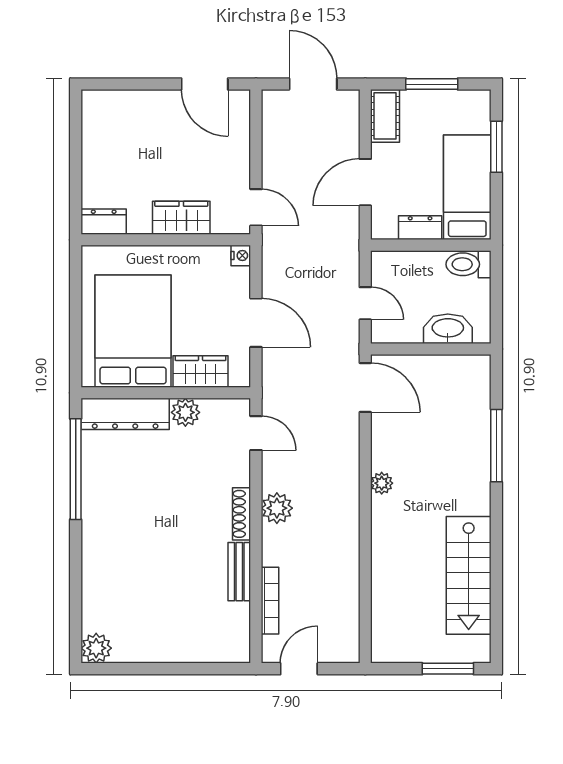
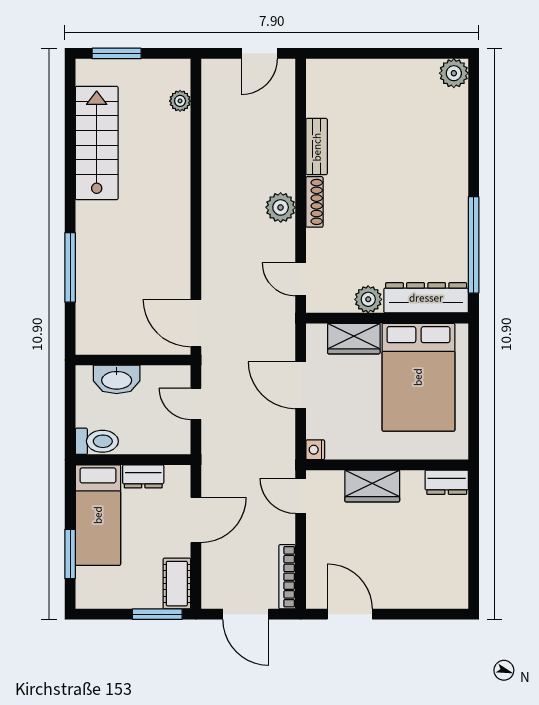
window: (432, 84) -> (157, 614), moved
plant: (382, 483) -> (180, 101), moved
bookcase: (270, 601) -> (287, 577), moved

